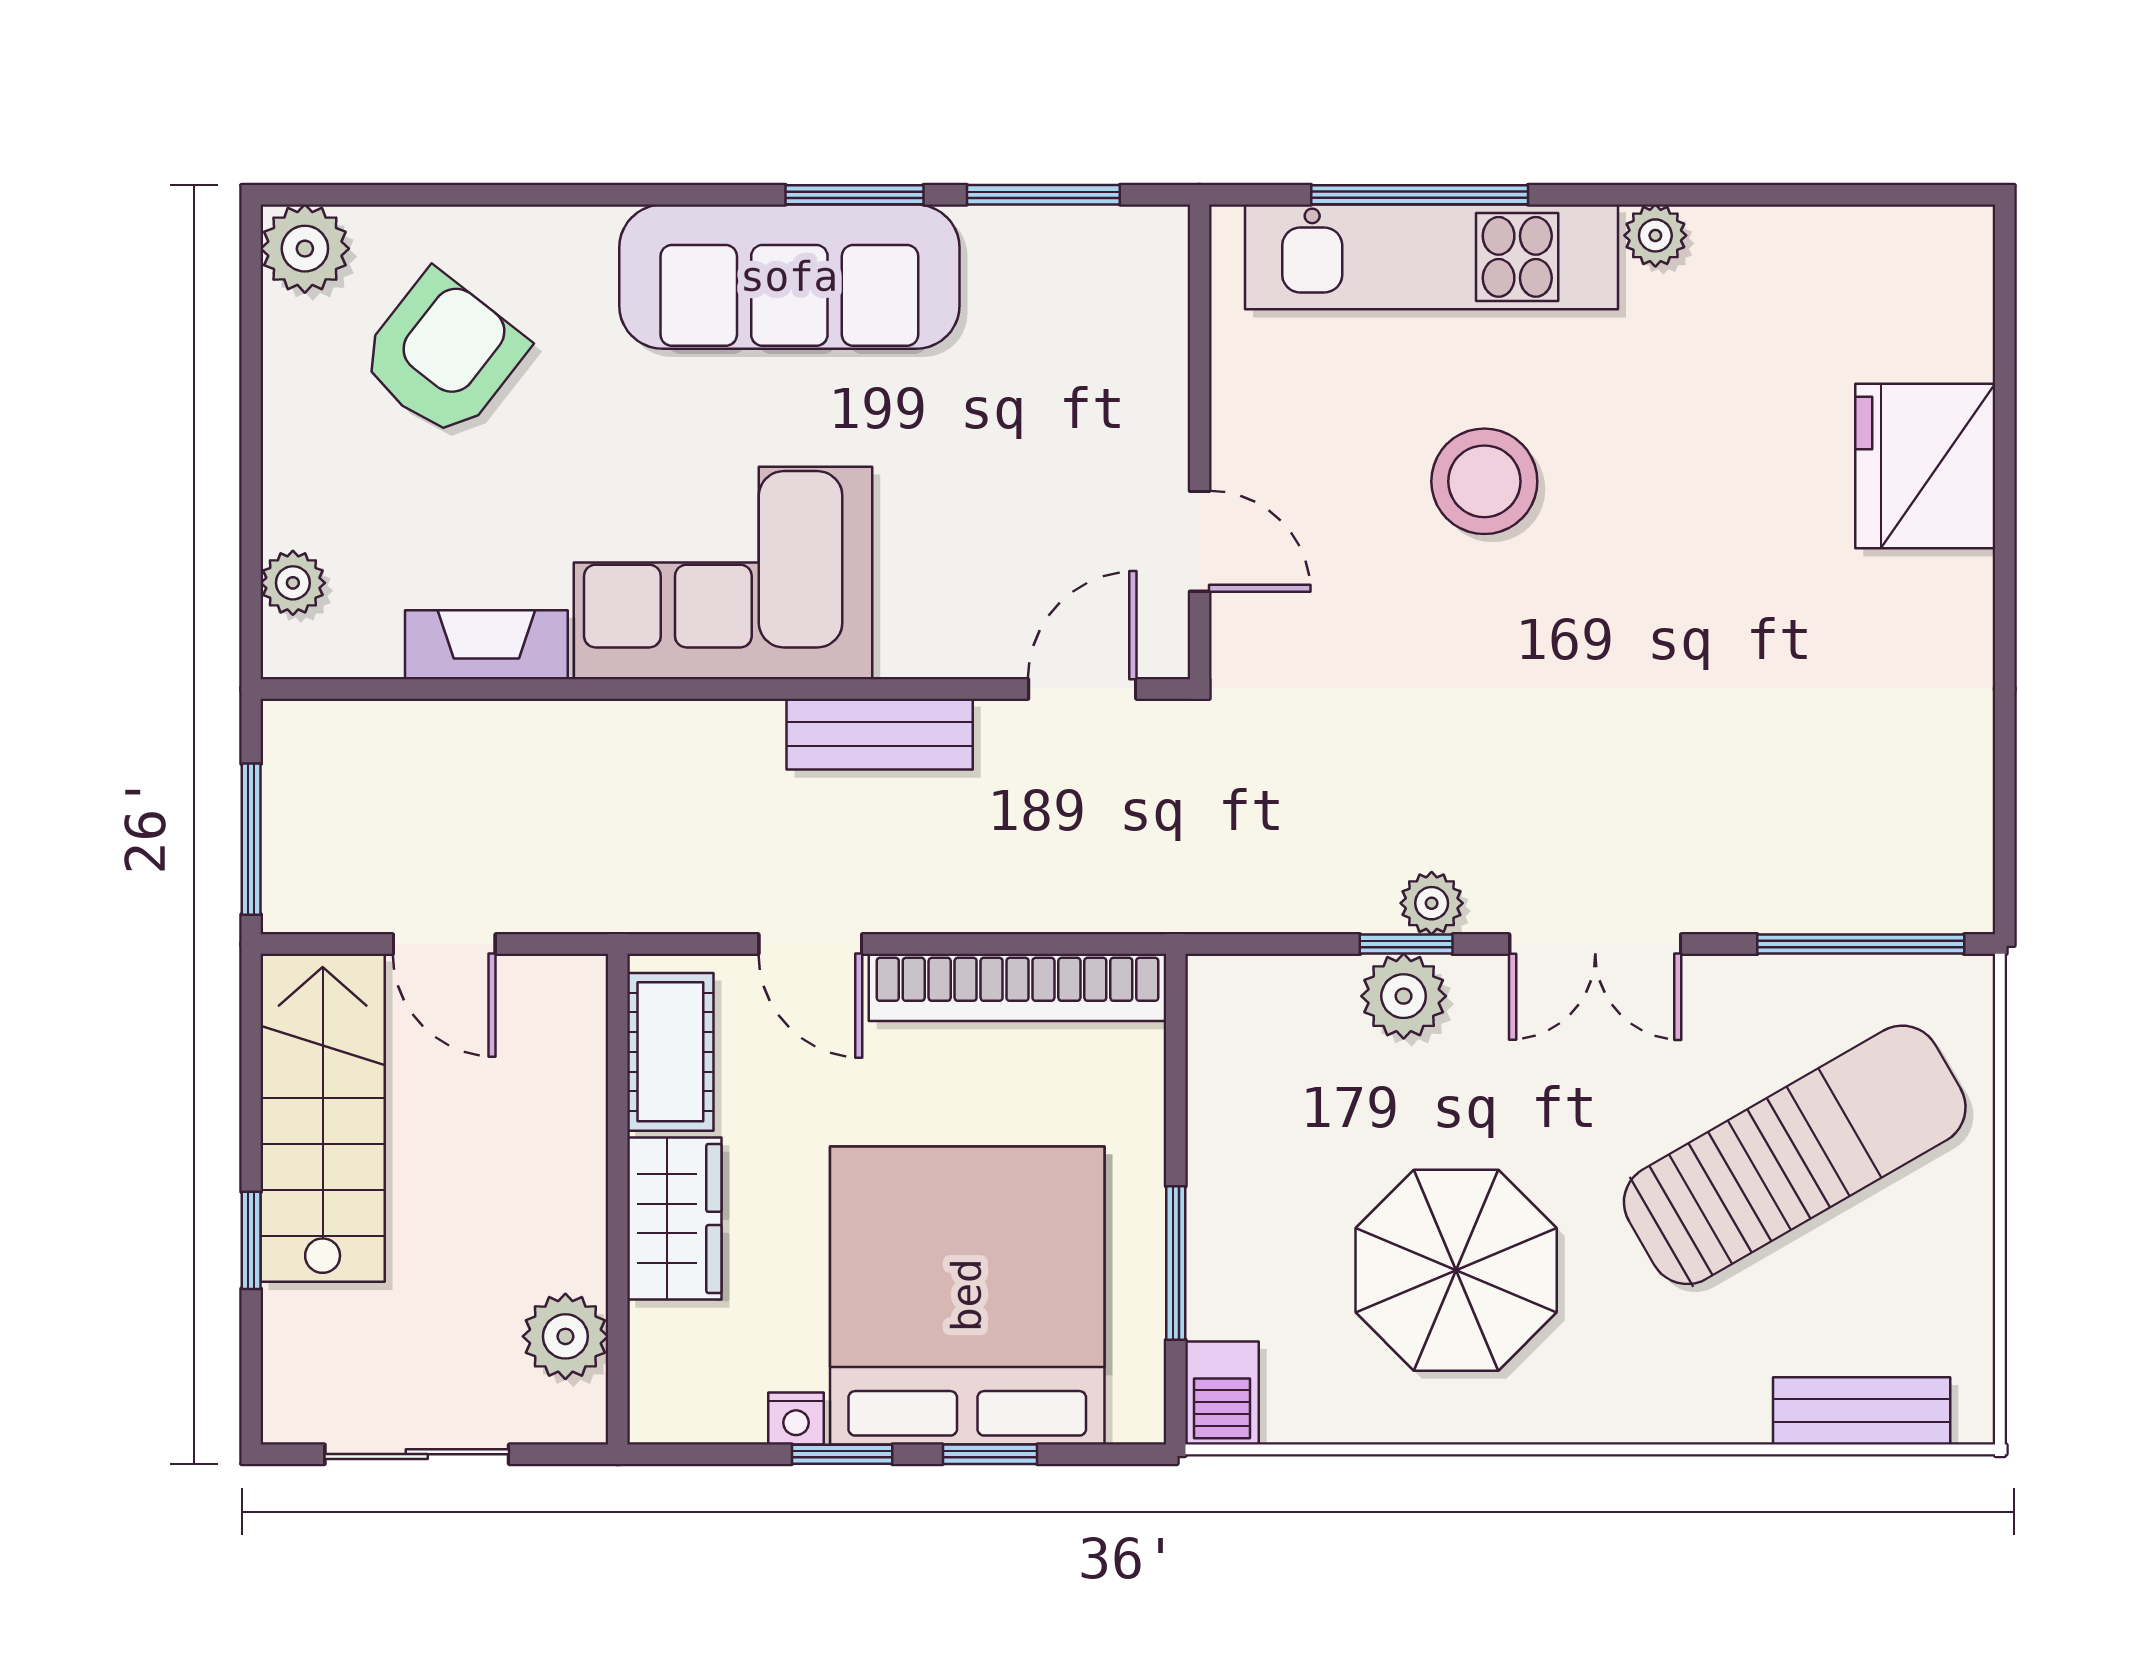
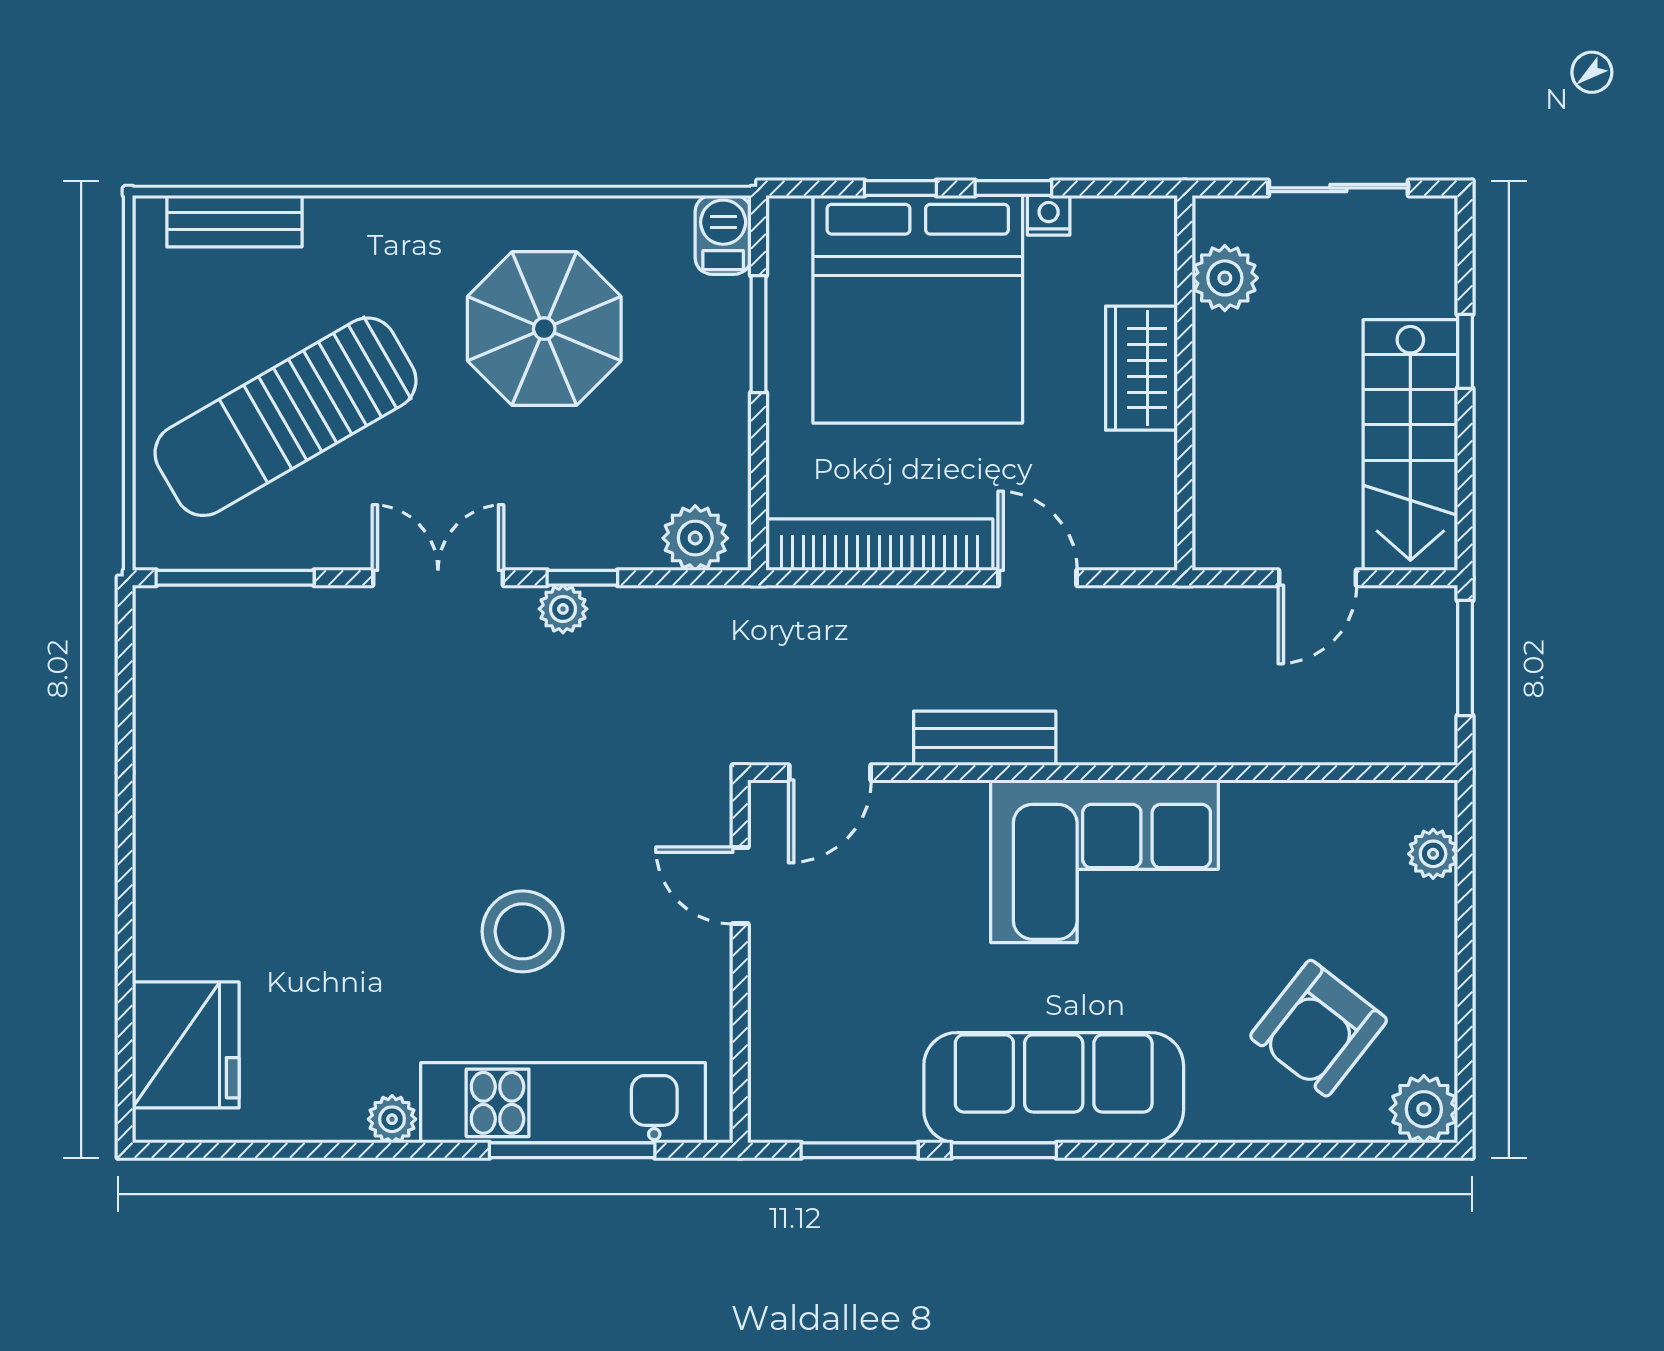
fridge: (1925, 466) -> (186, 1045), moved
fireplace: (486, 645) -> (1285, 806), removed
door: (444, 944) -> (1317, 578), swing flipped
plant: (1404, 996) -> (695, 538), moved
cot: (670, 1052) -> (1145, 495), removed

